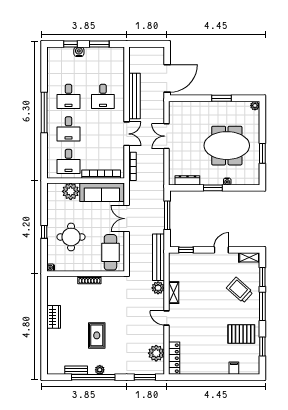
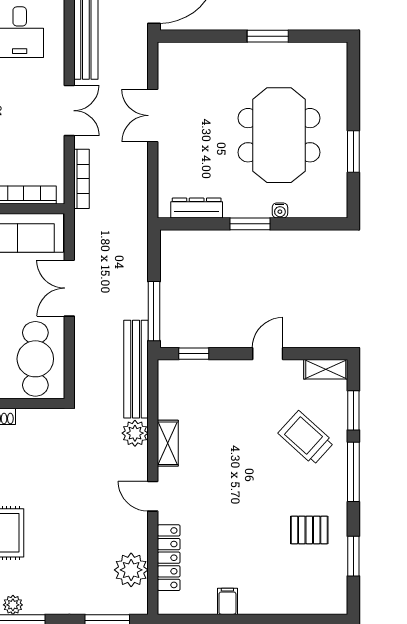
plant: (255, 106) -> (338, 51), removed
meeting table: (227, 146) -> (279, 135), turned 90
window: (167, 215) -> (154, 311), moved
pallet: (241, 334) -> (309, 530), width x0.67, depth x0.71
locker: (174, 358) -> (169, 558), moved
filing cabinet: (234, 368) -> (227, 601), moved

